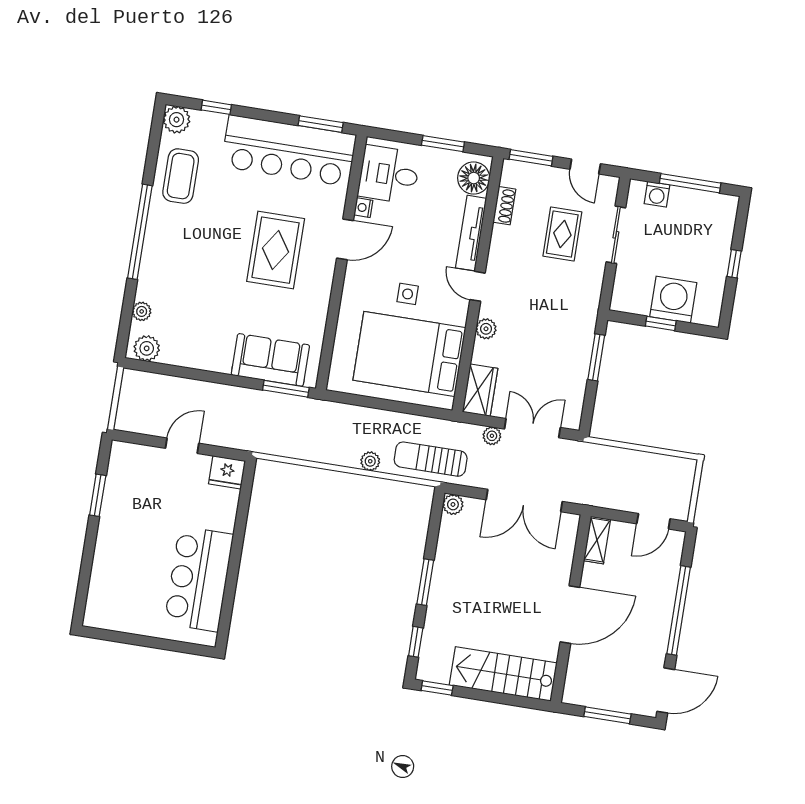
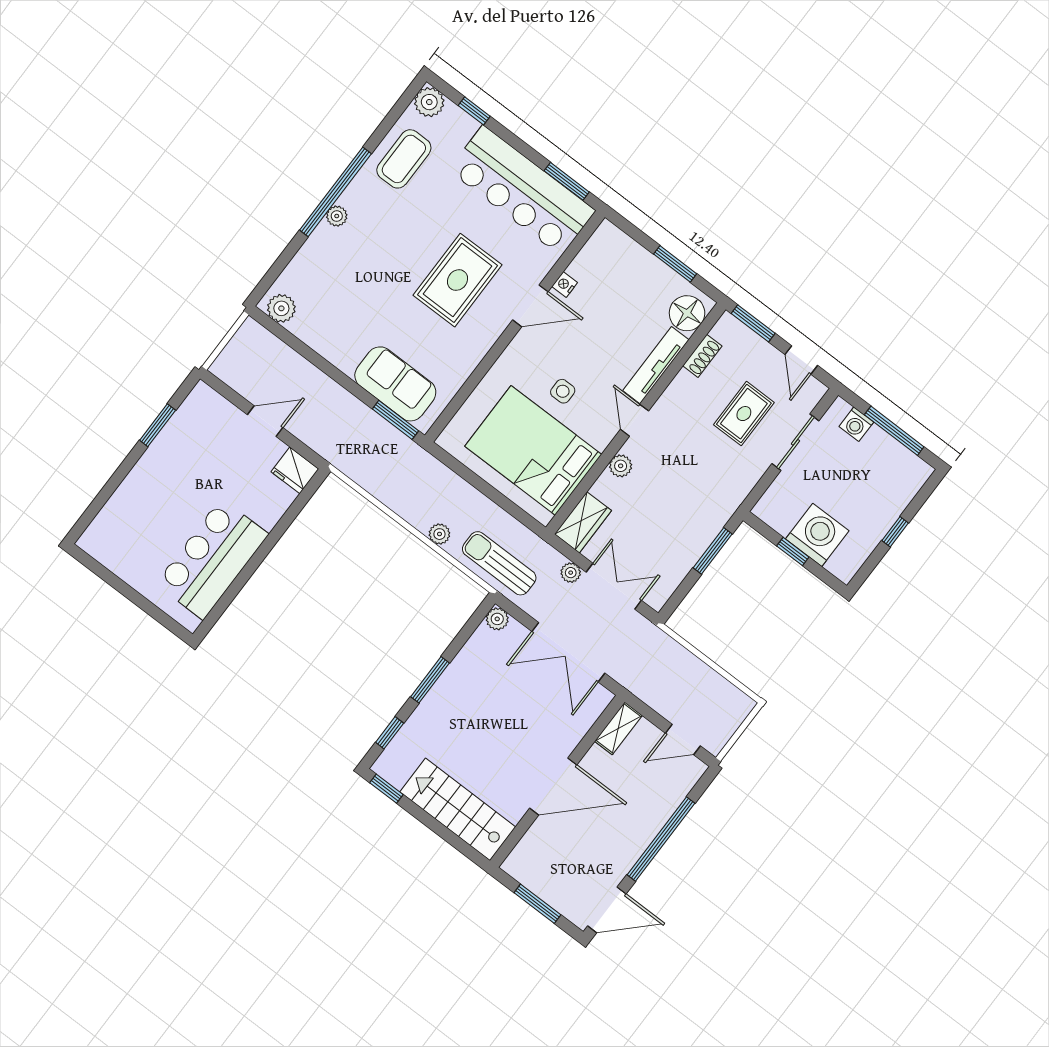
desk: (389, 174) -> (607, 266), removed
plant: (142, 311) -> (337, 216), moved

